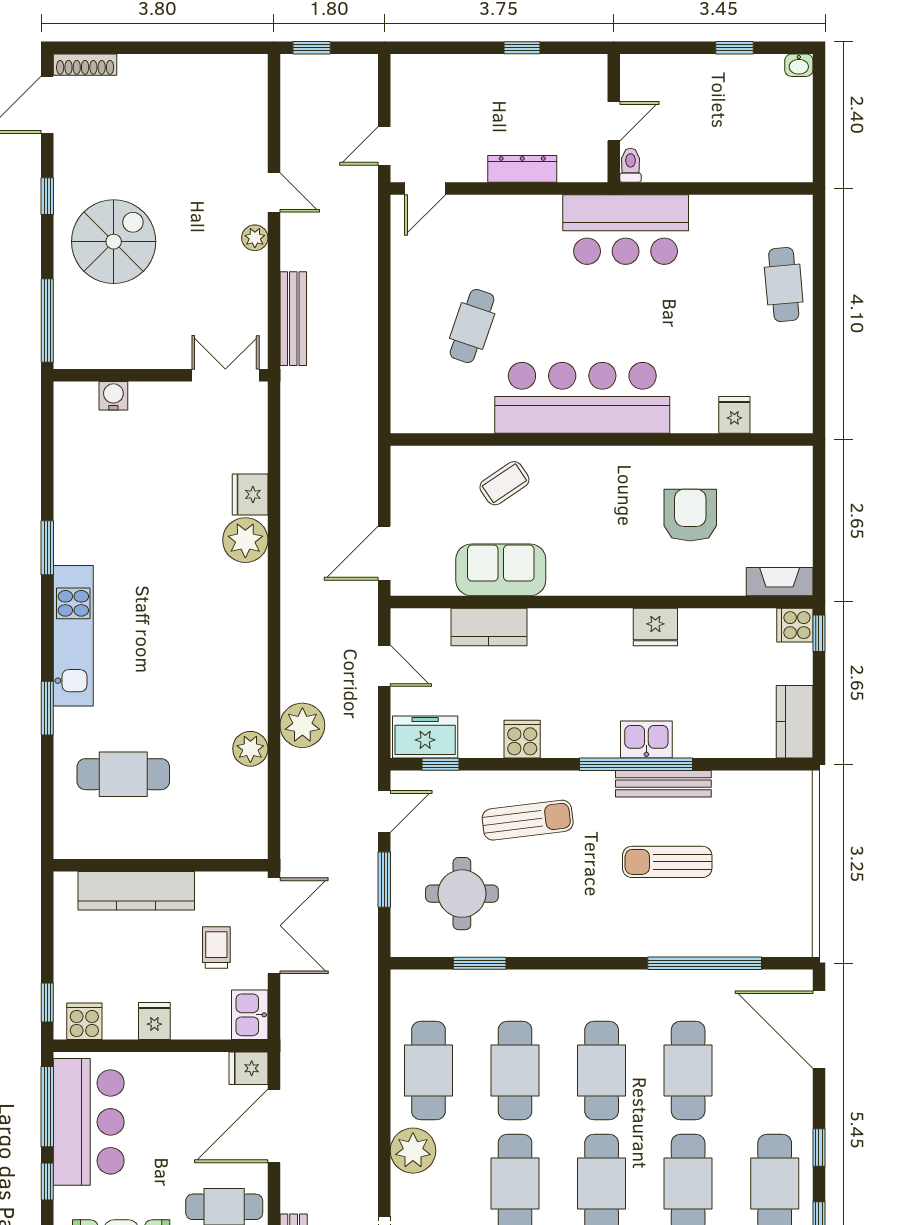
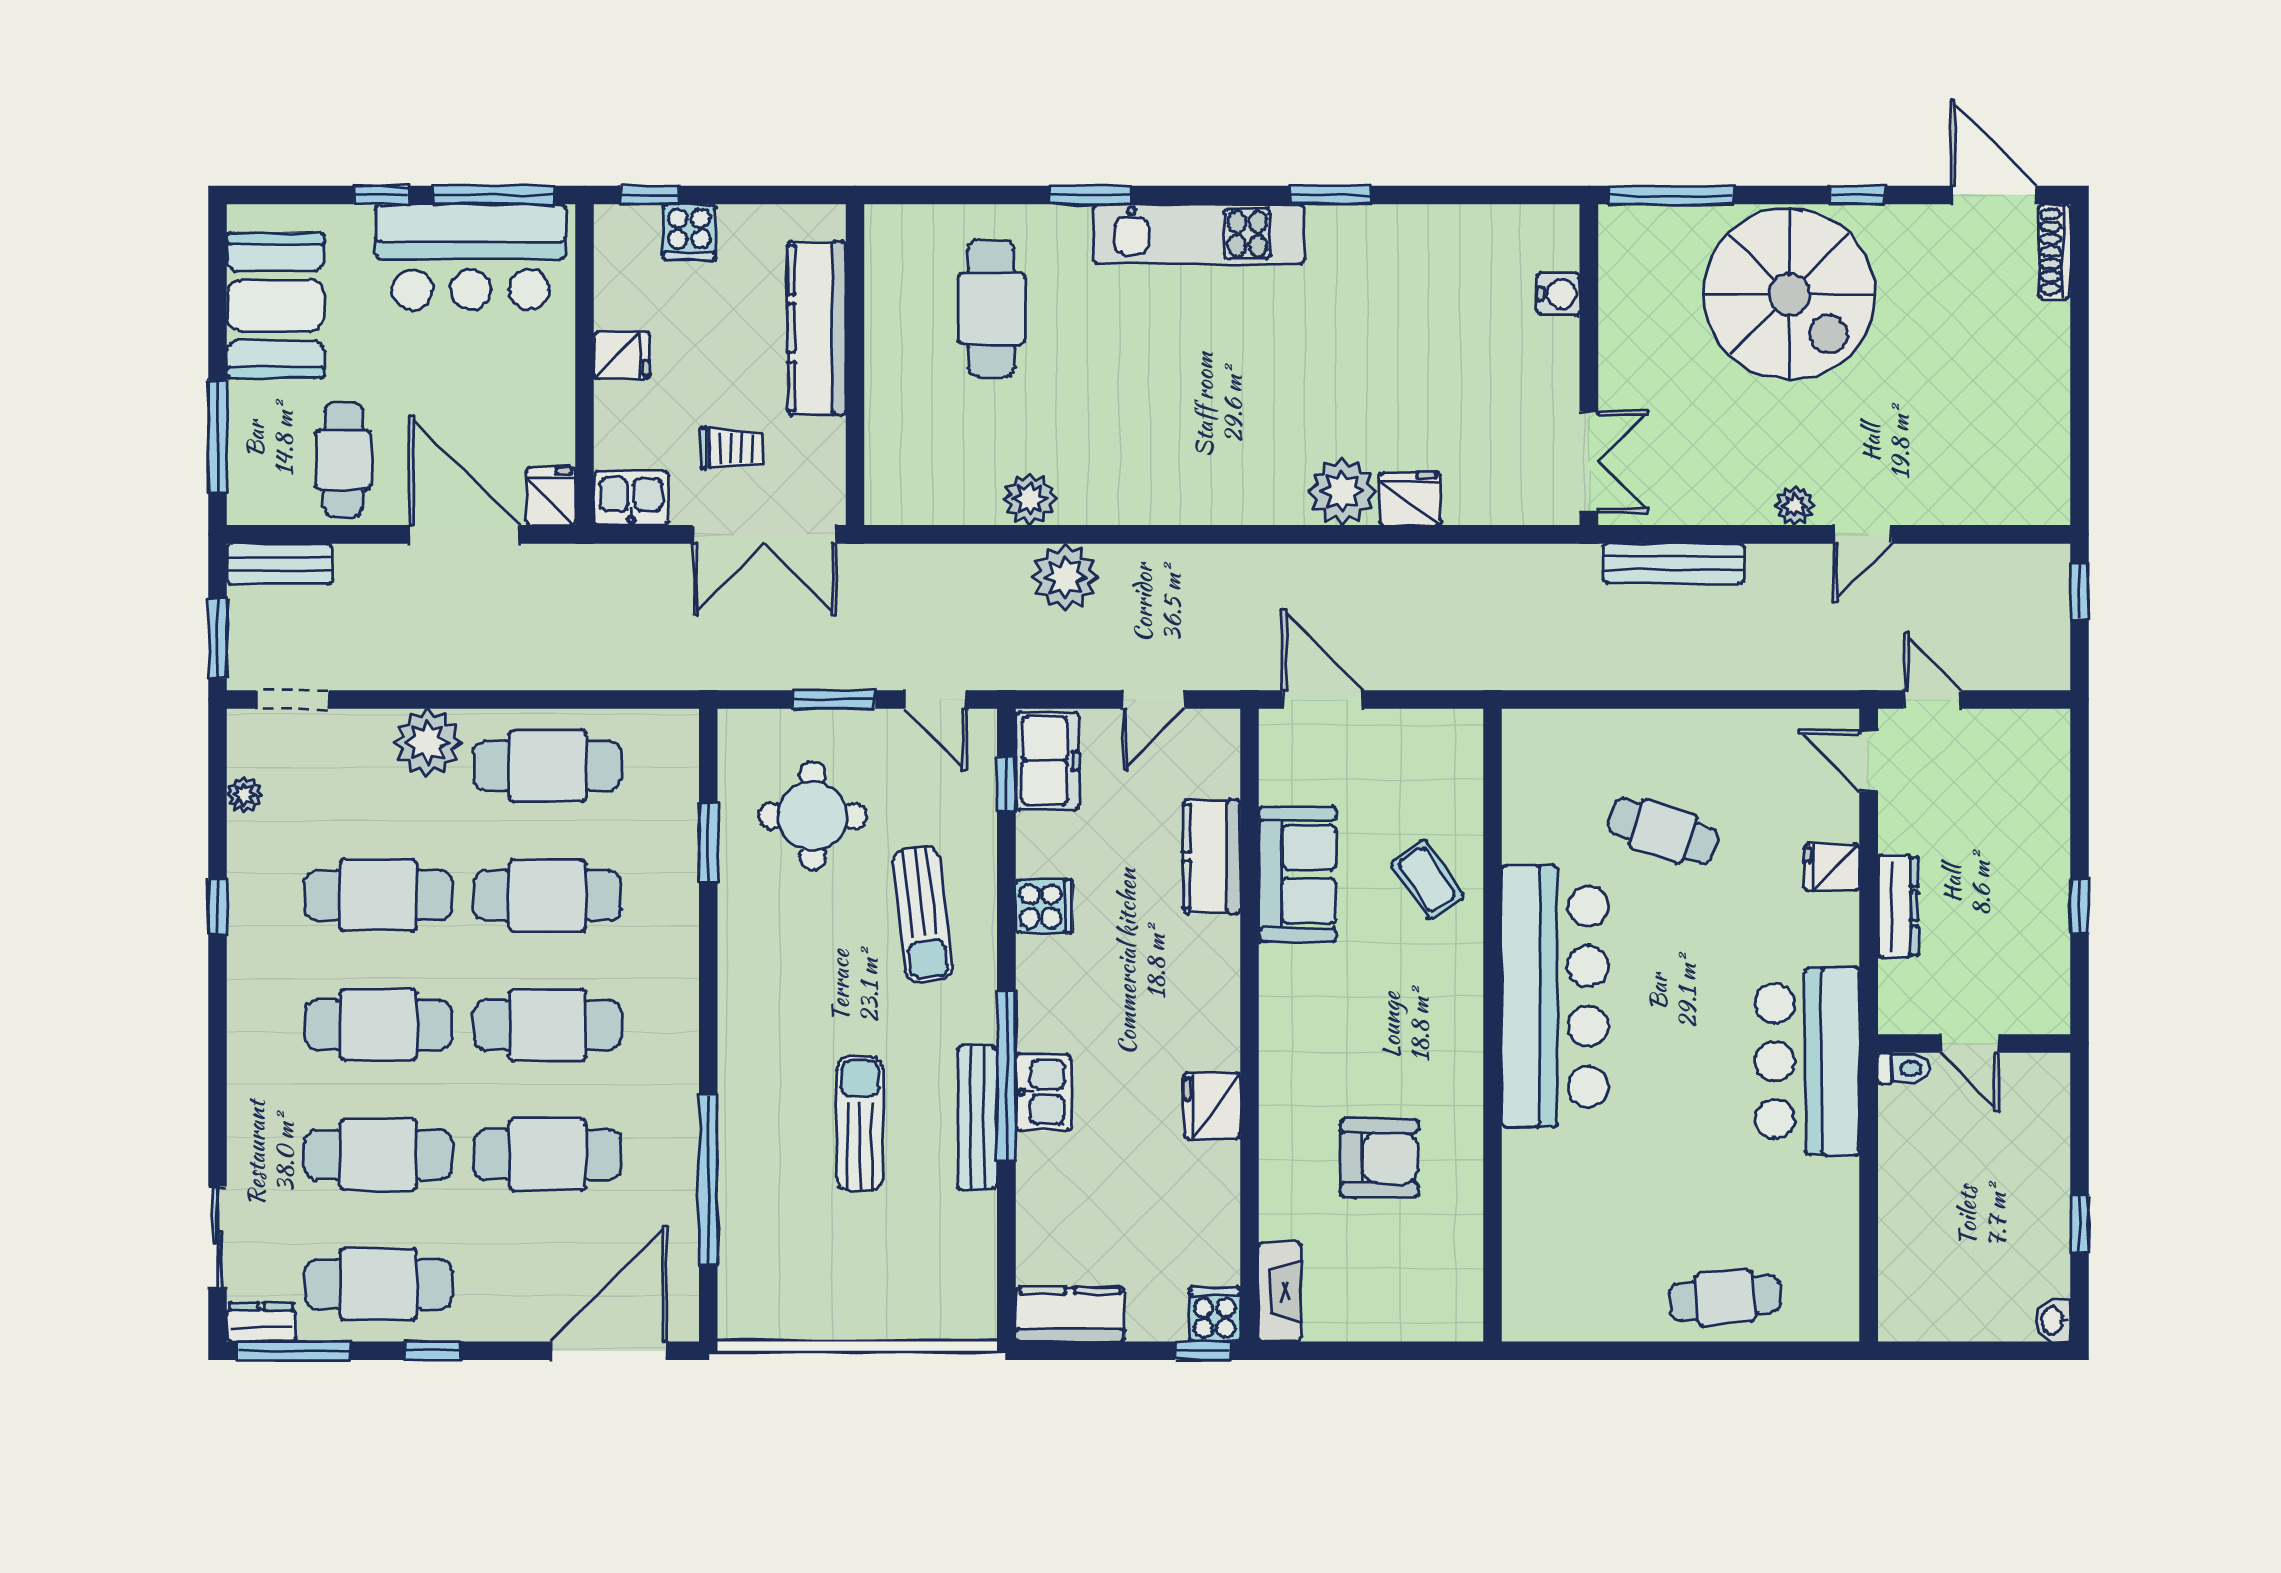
spiral stairs: (114, 242) -> (1789, 294), width x1.37, depth x1.37
fridge: (734, 415) -> (1832, 867), moved, turned 180
cooker: (84, 1021) -> (689, 232), moved, turned 90

